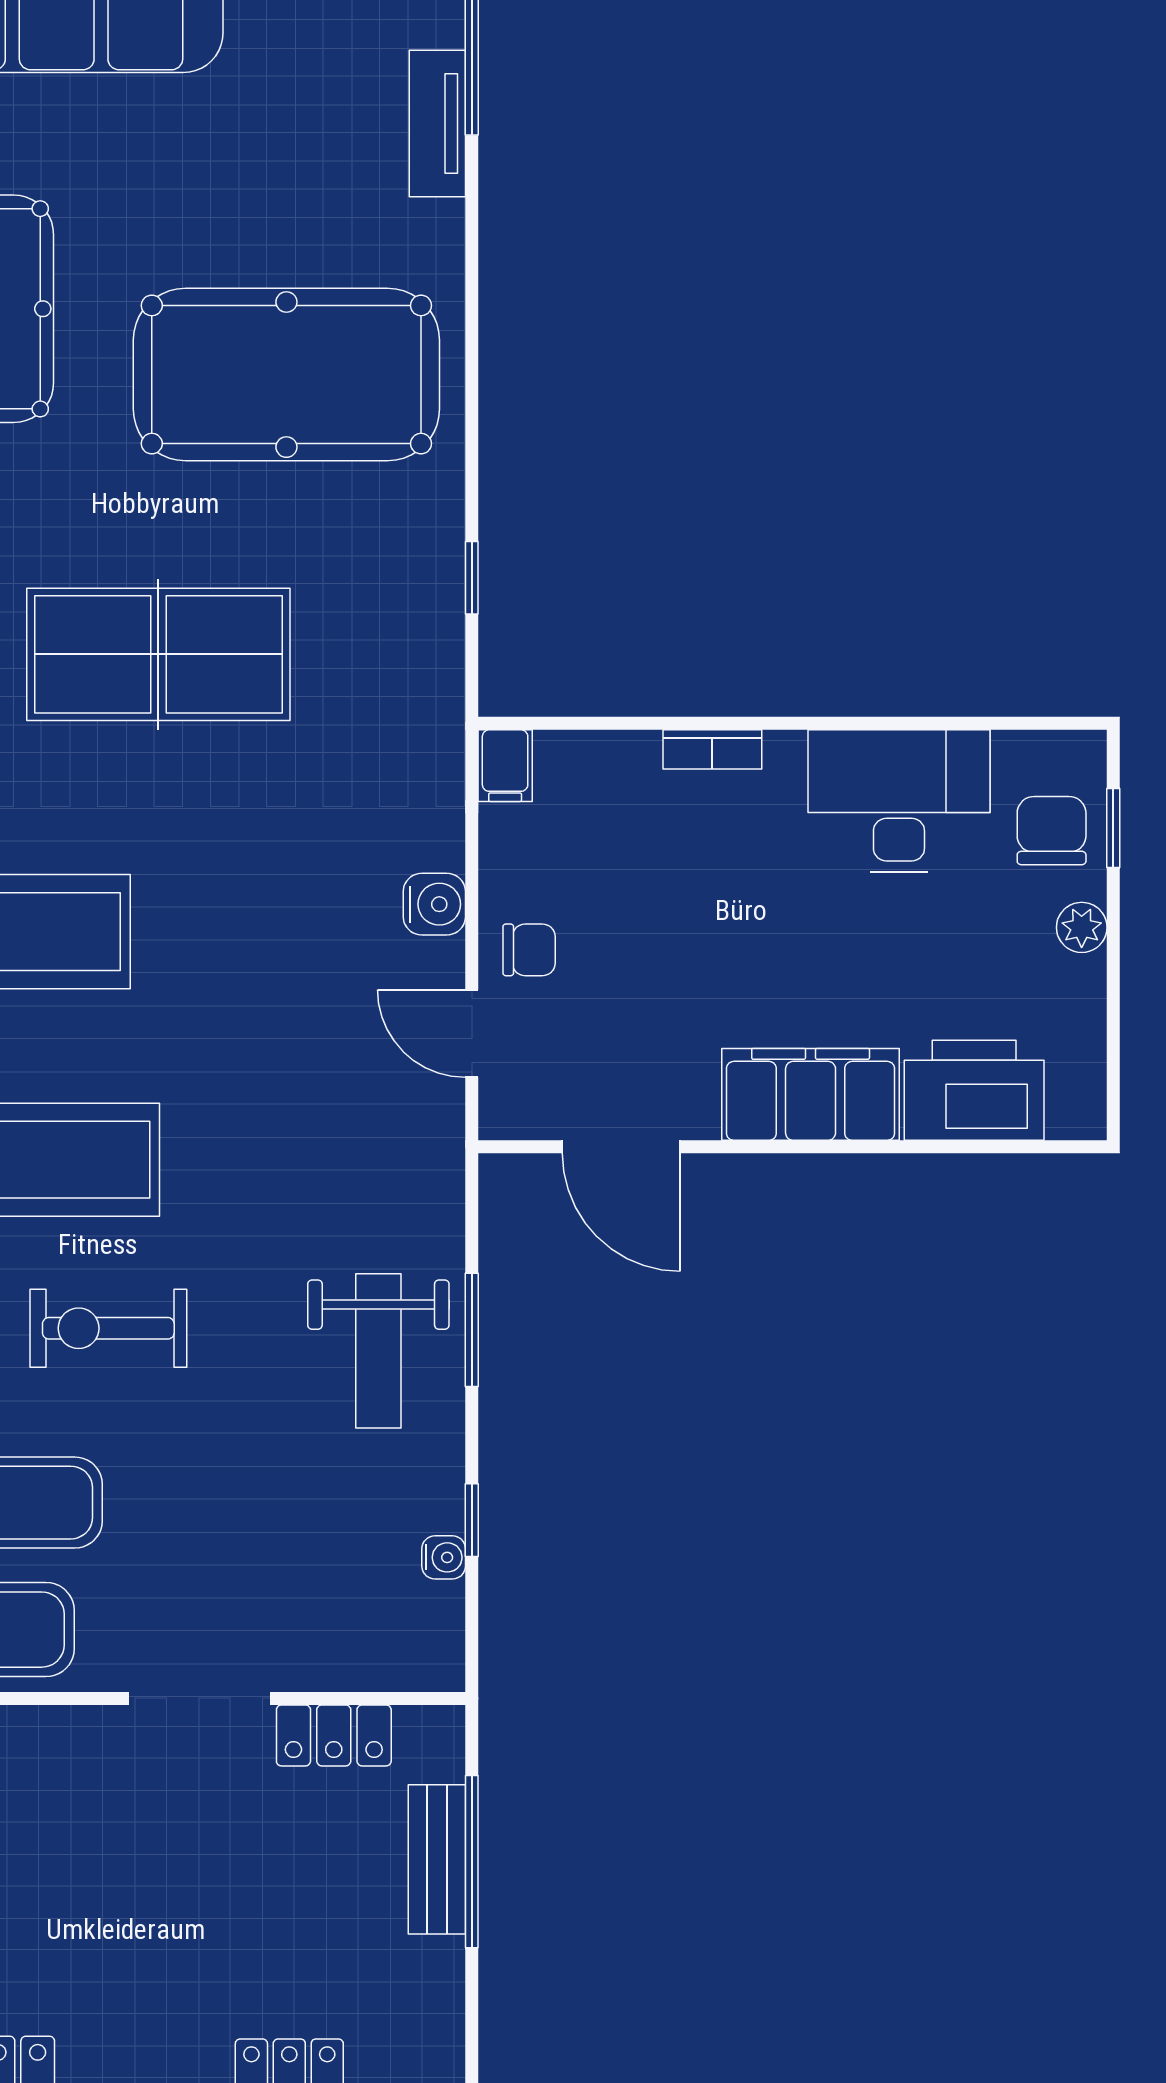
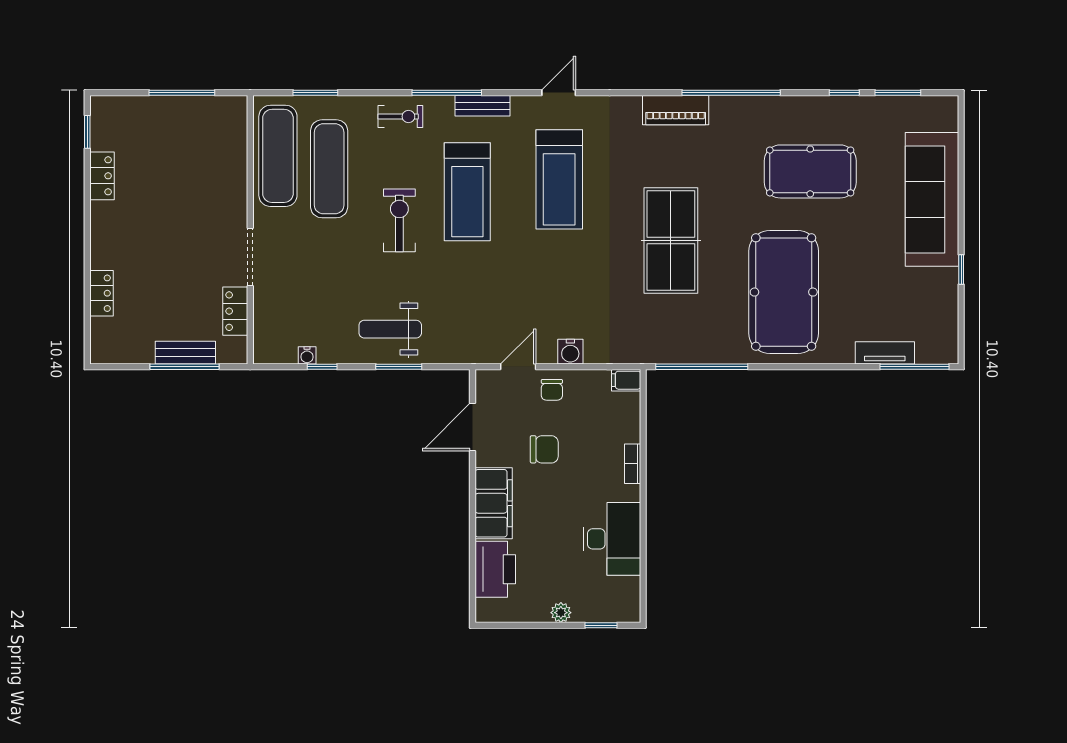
window: (472, 578) -> (702, 367), width x3.17
chair: (1052, 831) -> (544, 449), moved

